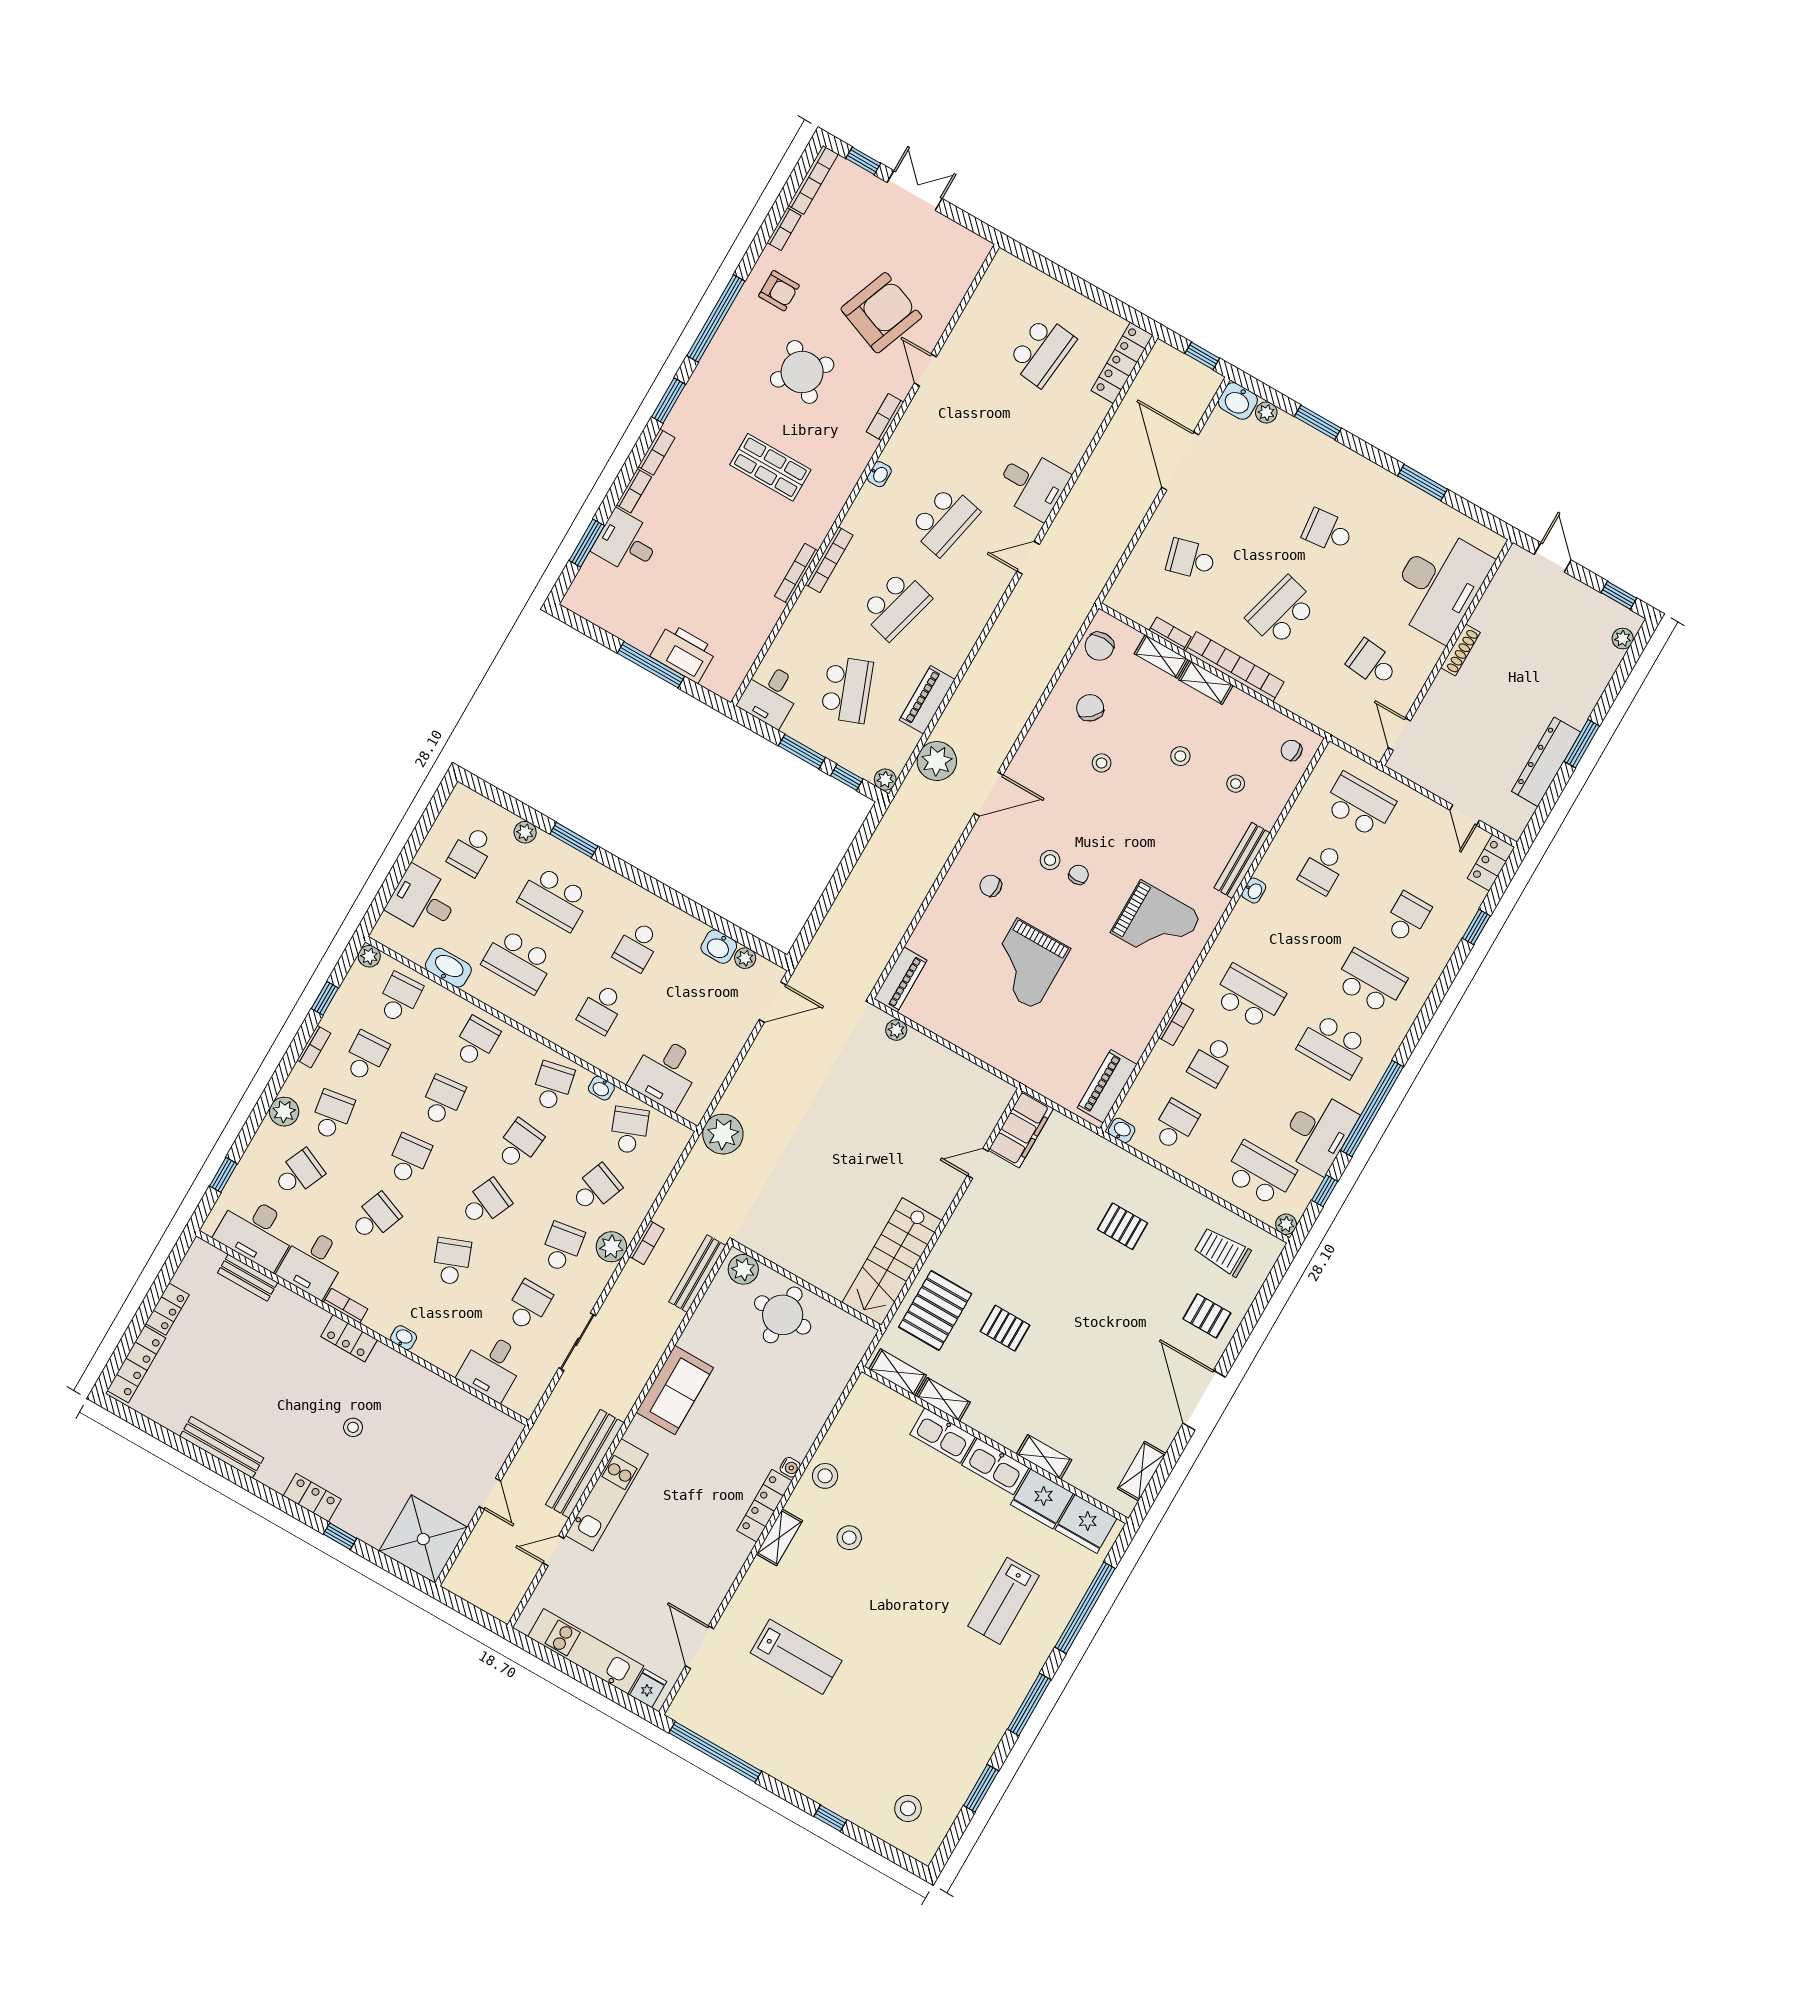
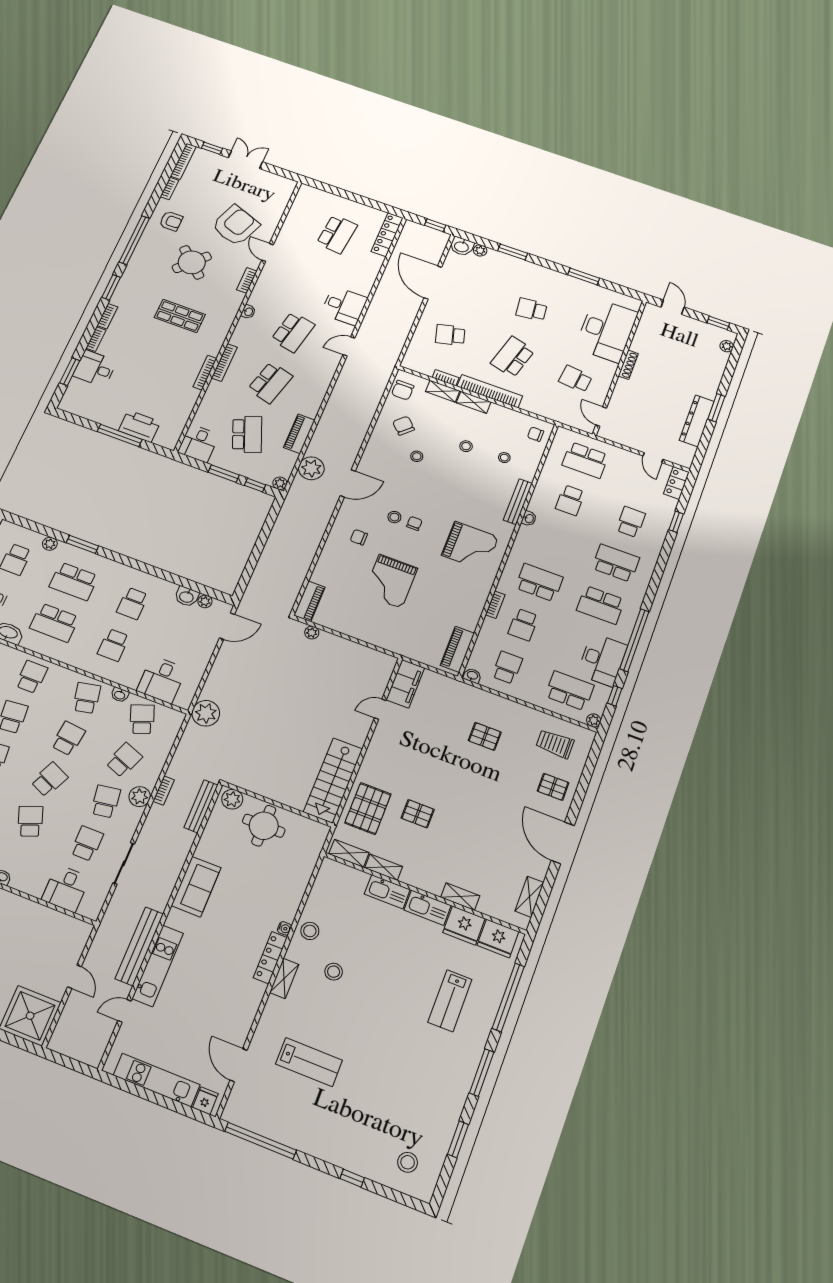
school desk: (1359, 805) -> (585, 460), turned 180

